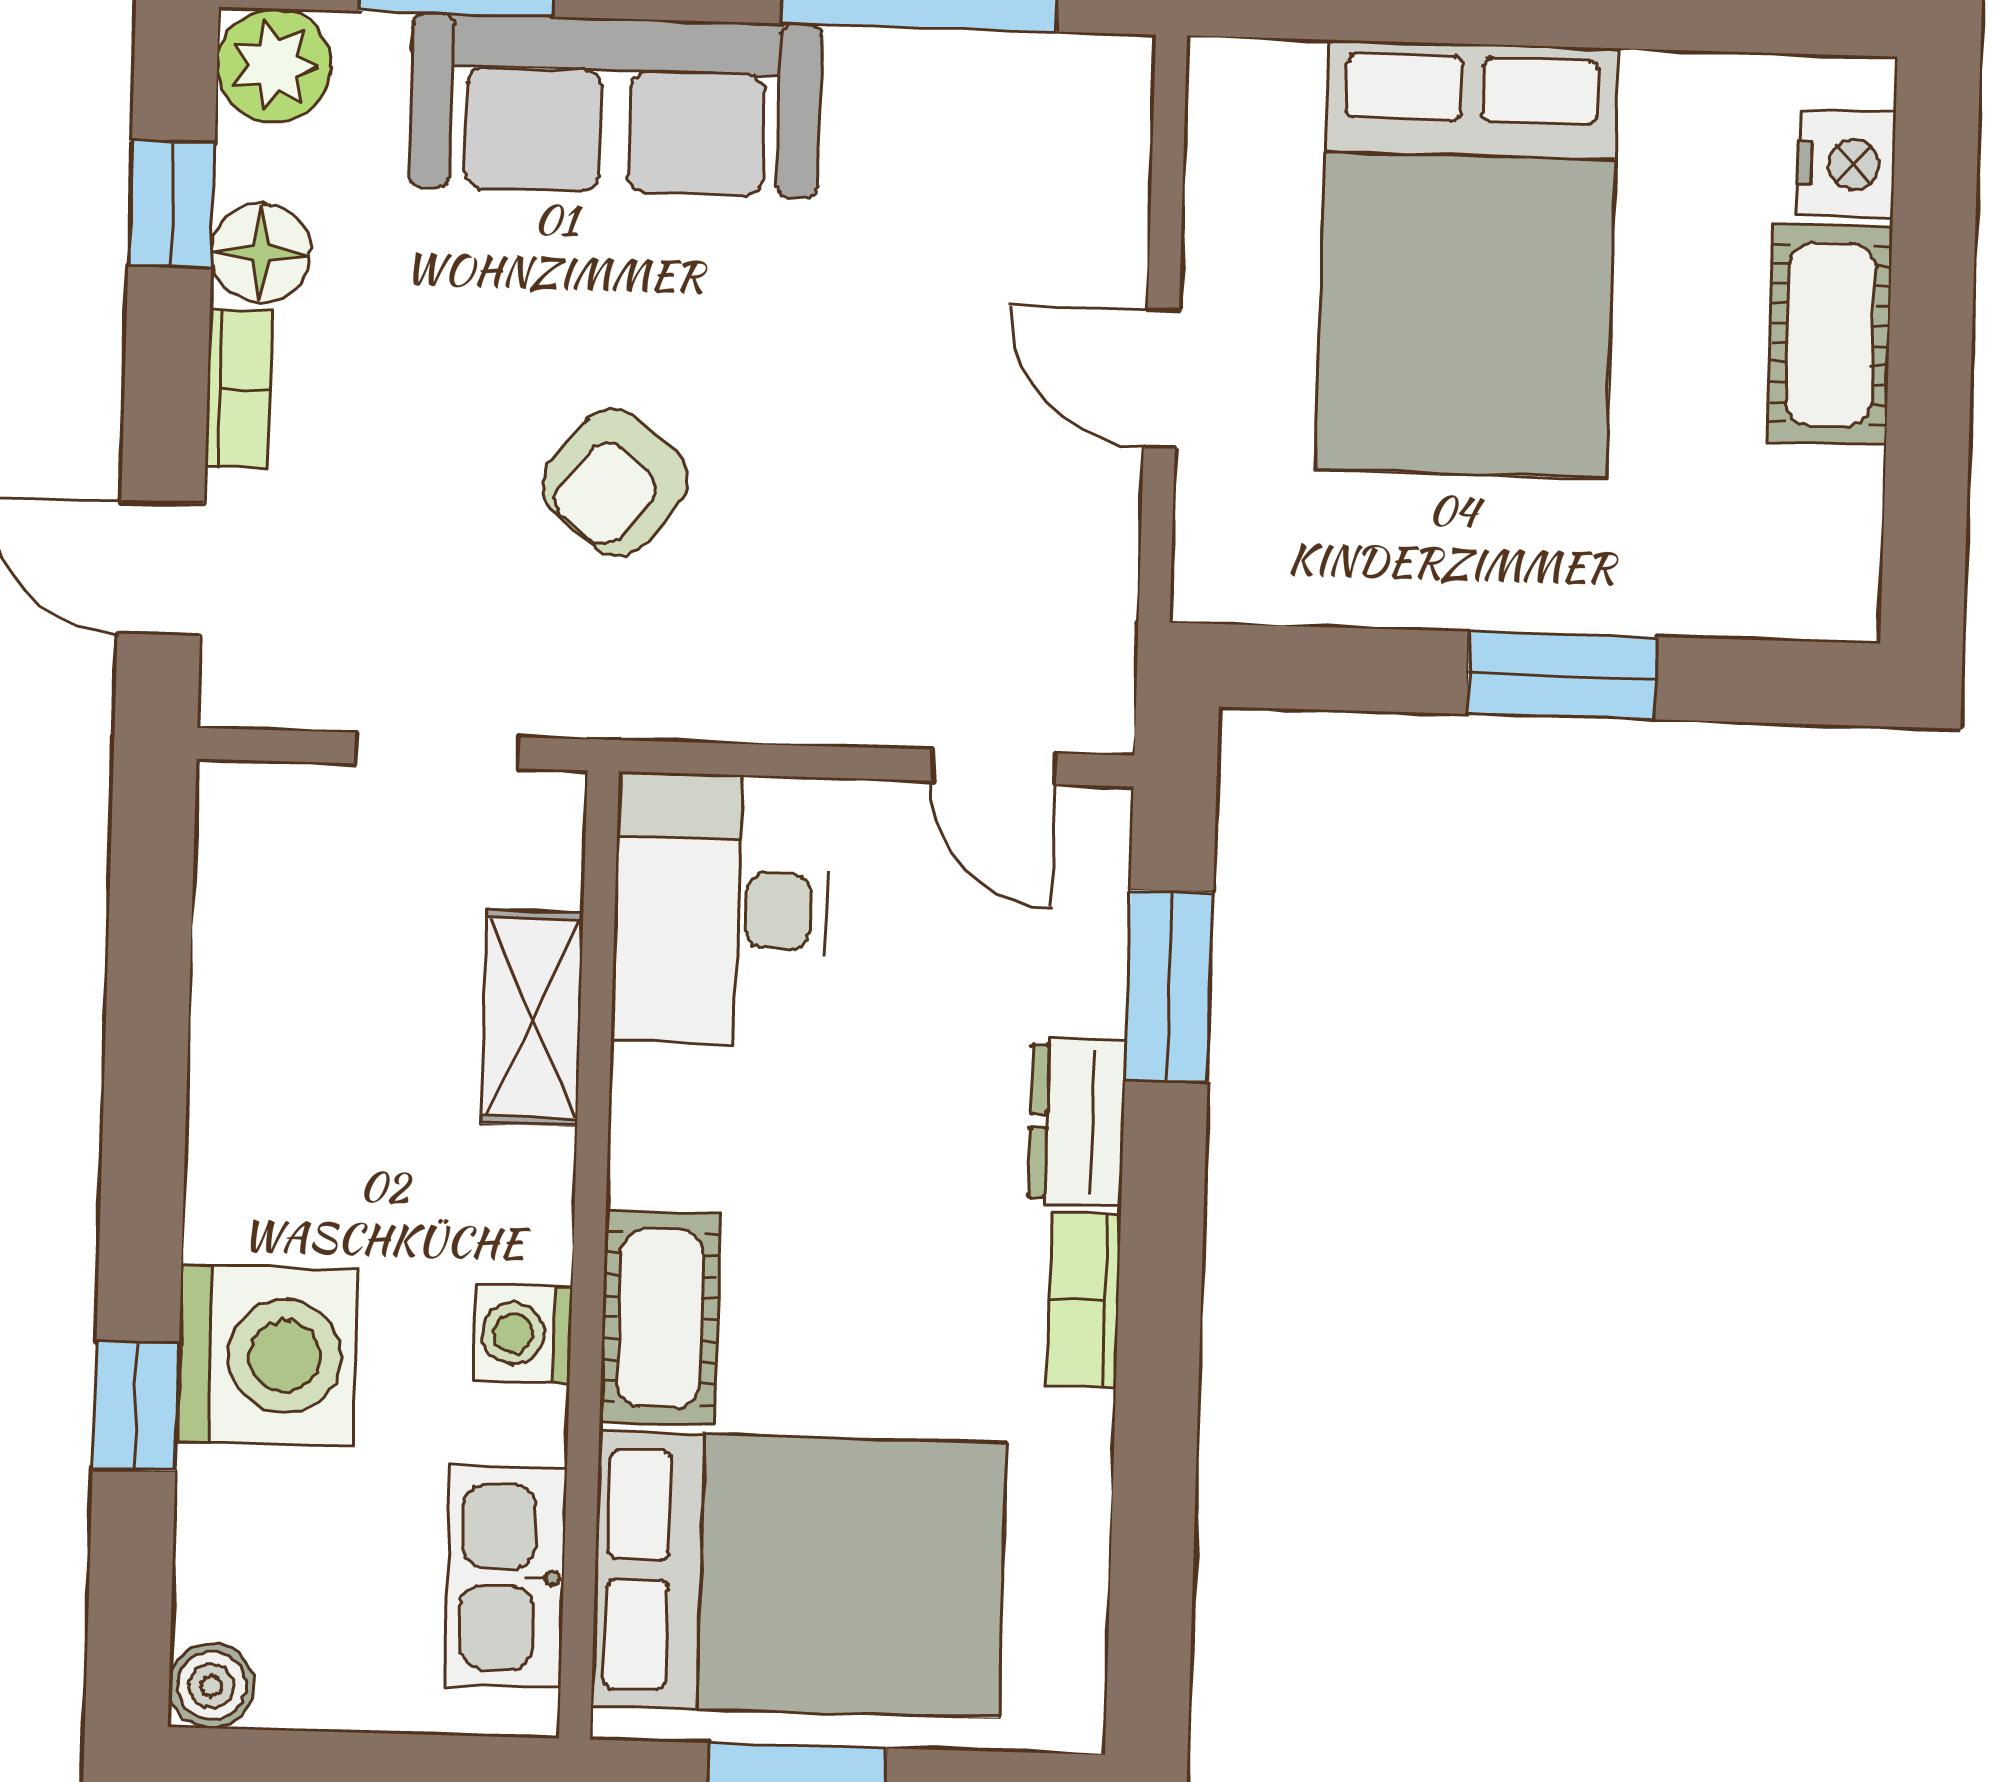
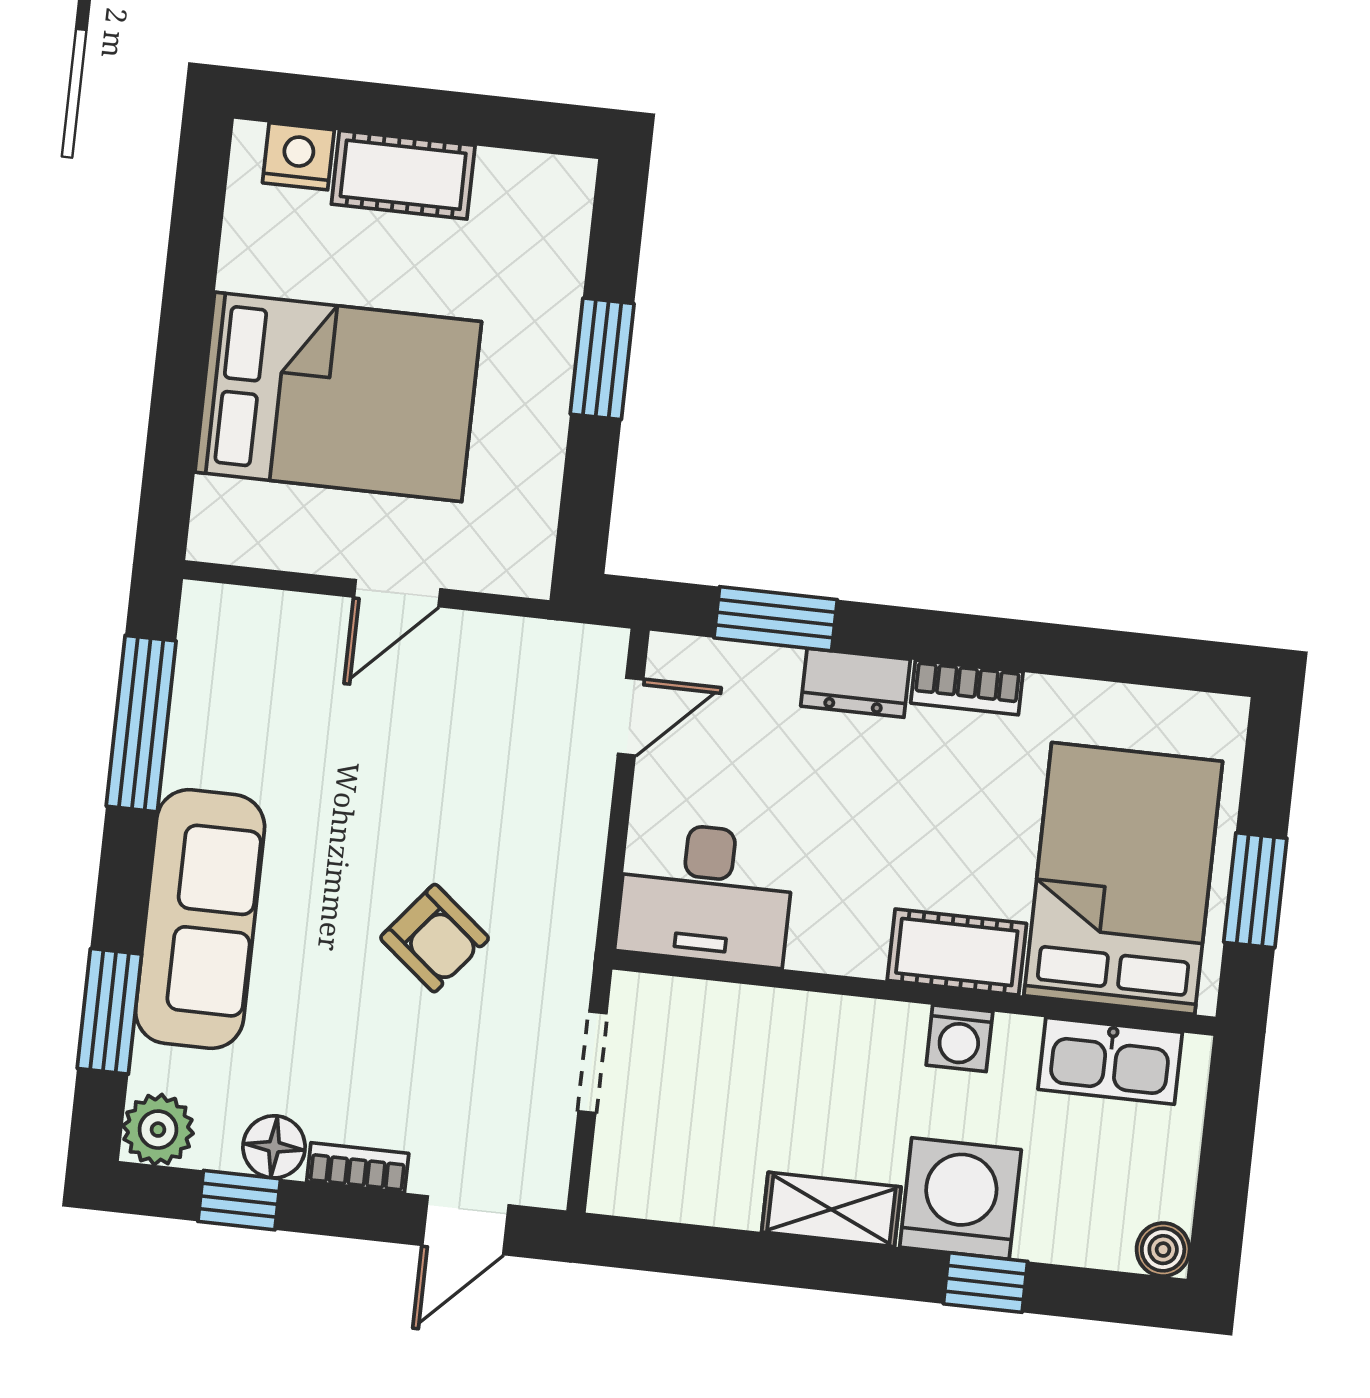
shelving: (532, 1018) -> (831, 1209), moved

